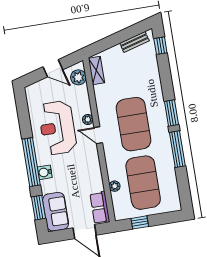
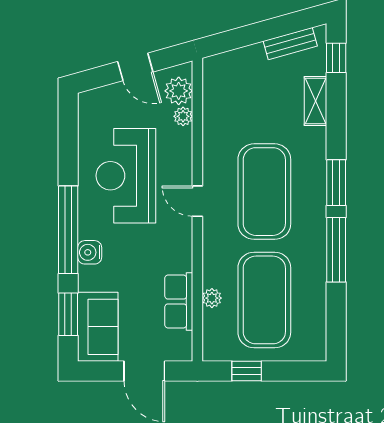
shelving: (96, 70) -> (315, 101), moved
plant: (88, 119) -> (183, 116), moved
row of seats: (100, 208) -> (179, 301), moved

